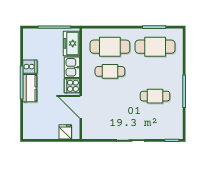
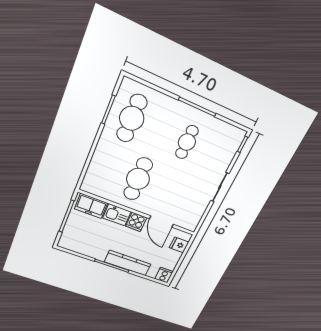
cafe table: (110, 47) -> (111, 168), removed
cooker: (30, 67) -> (164, 275), moved
cafe table: (110, 71) -> (138, 179), width x1.37, depth x1.35
kitchen counter: (30, 88) -> (128, 263), width x1.50
door: (81, 107) -> (161, 222), hinge flipped

